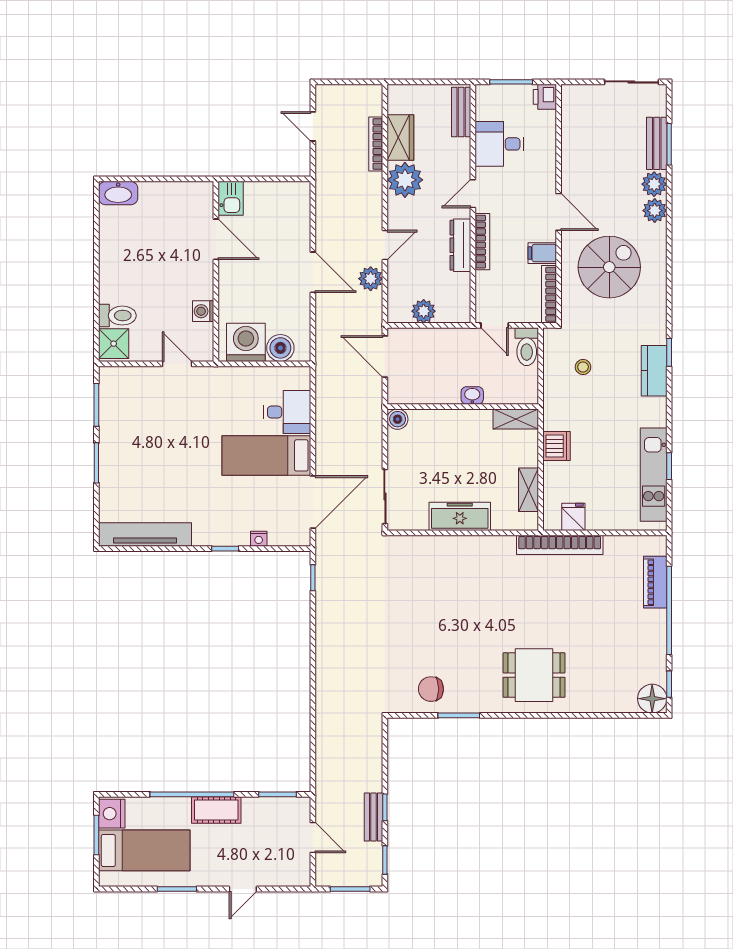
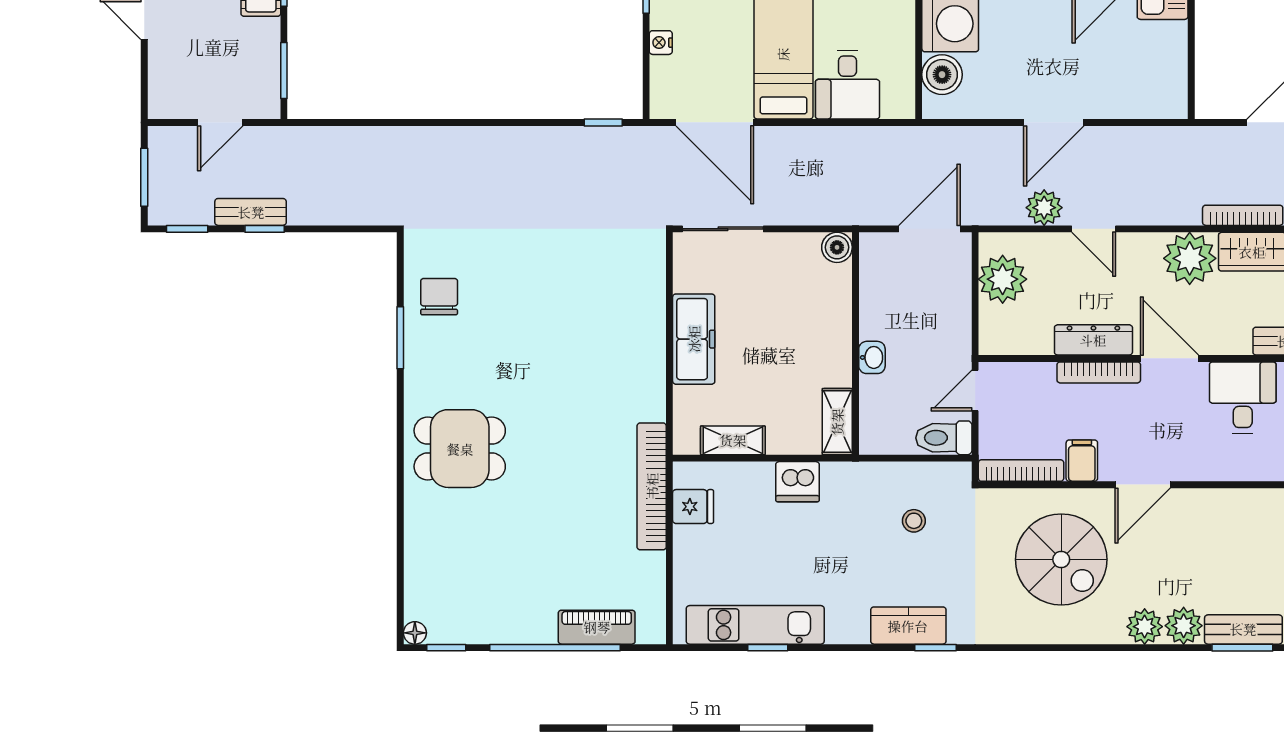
door: (473, 194) -> (1169, 358), width x1.38
plant: (424, 311) -> (1003, 279), width x1.36, depth x1.36
dining table: (534, 675) -> (460, 449), turned 90
floor lamp: (652, 699) -> (415, 633), width x0.53, depth x0.53

